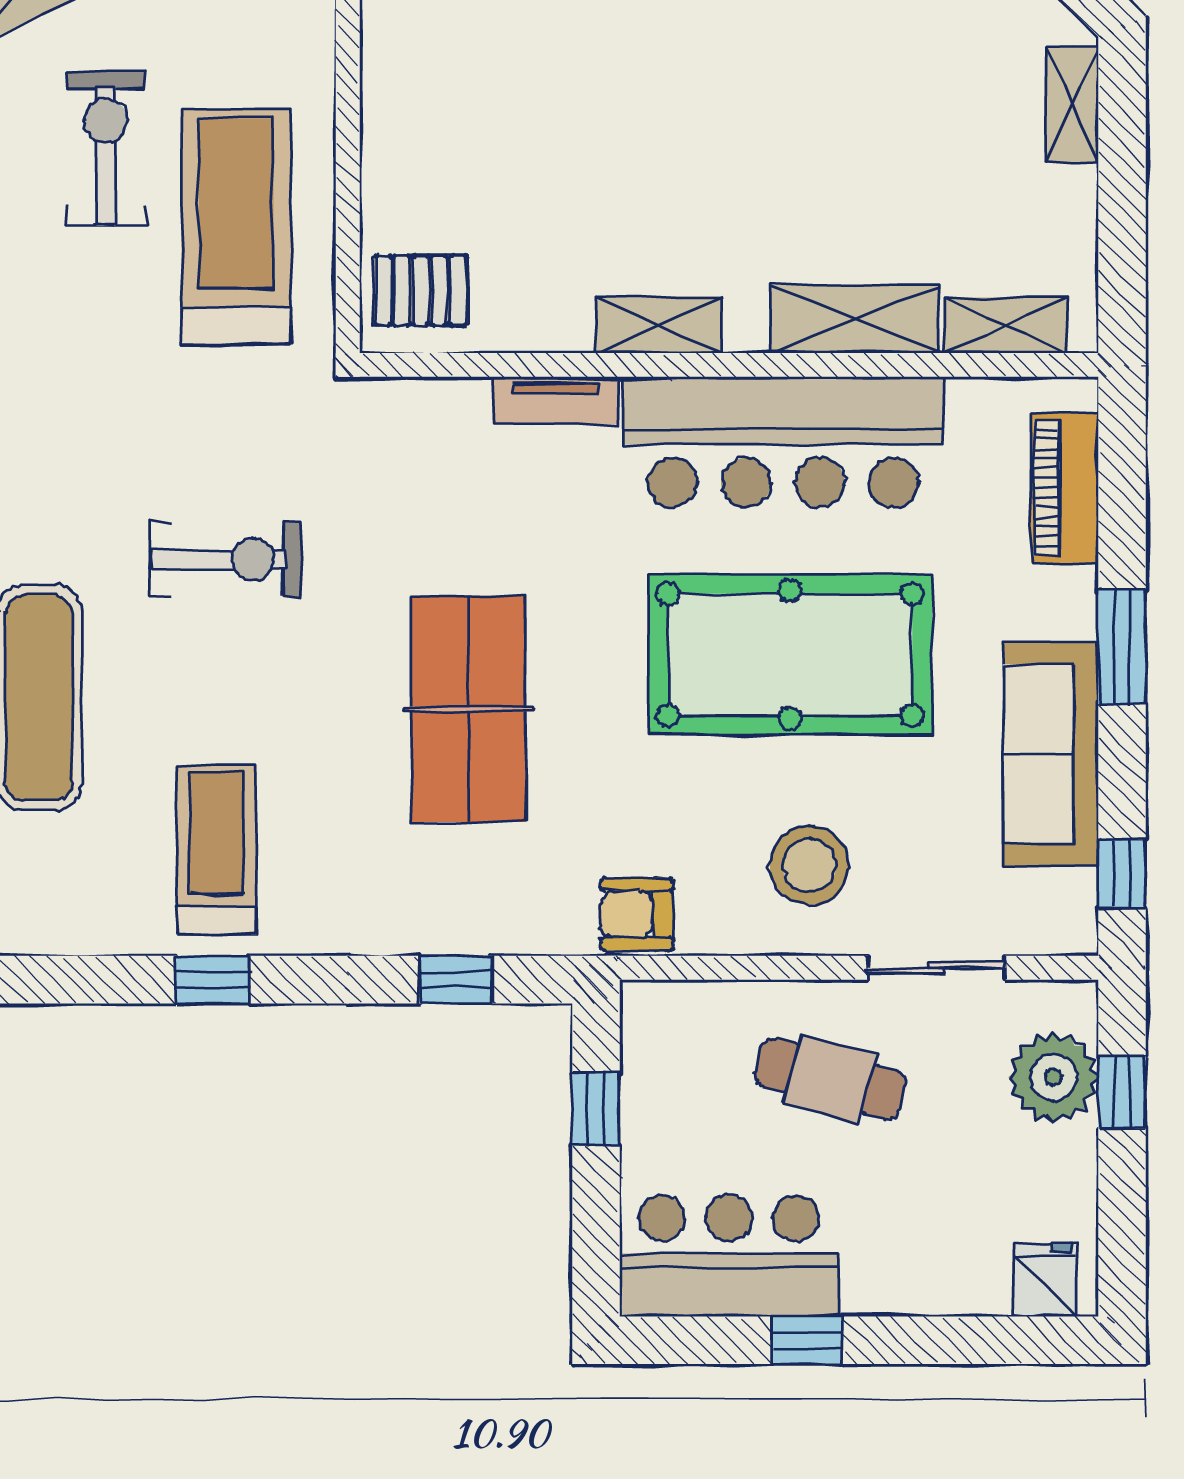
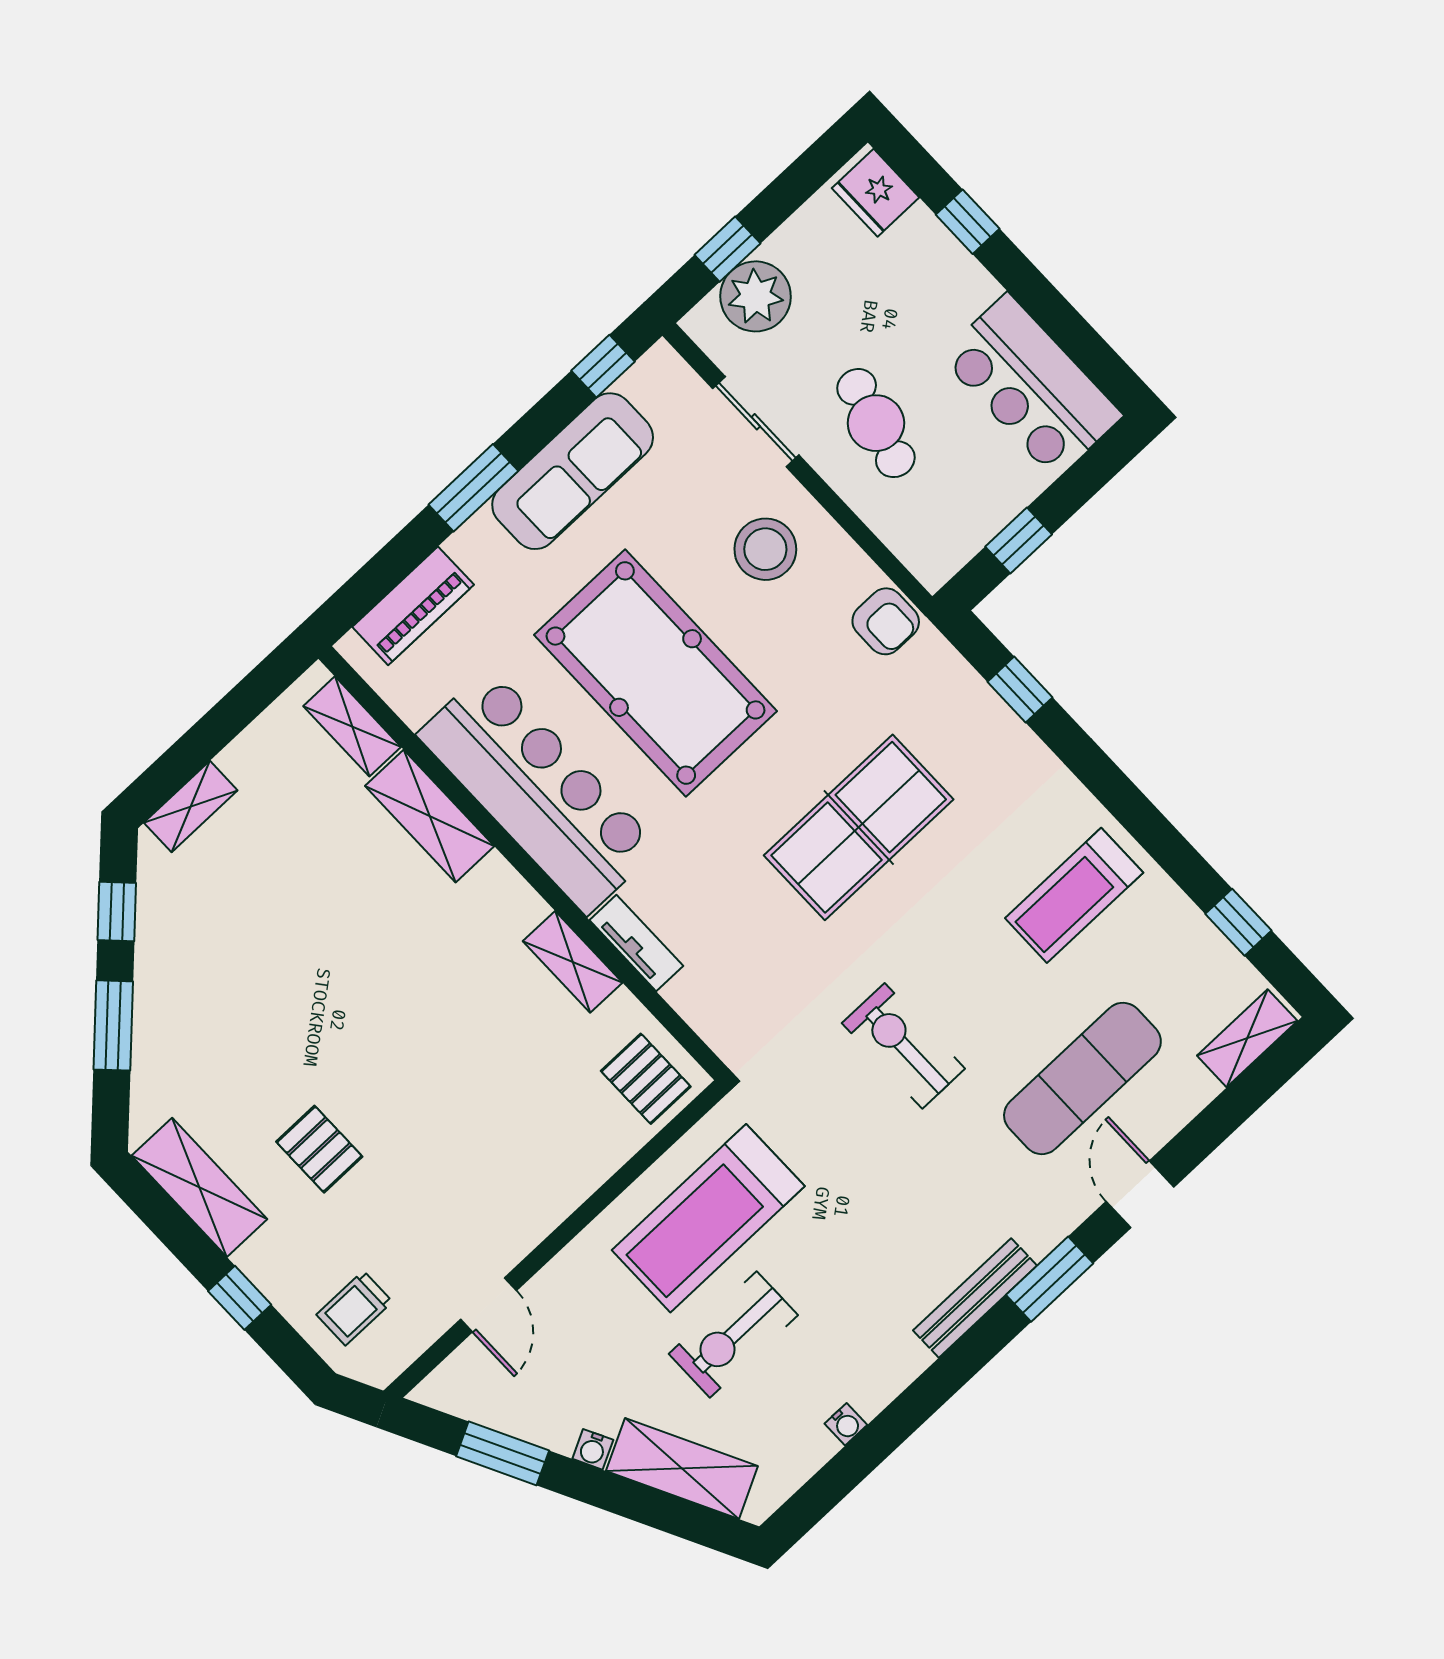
shelving: (659, 325) -> (573, 962), moved
window: (212, 980) -> (1238, 922), moved
fridge: (1045, 1280) -> (876, 193), width x1.38
window: (808, 1340) -> (968, 222), moved

